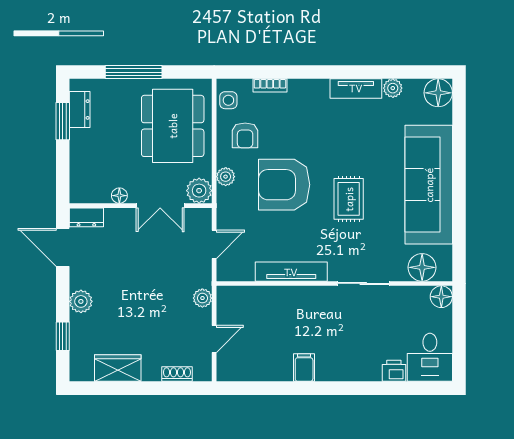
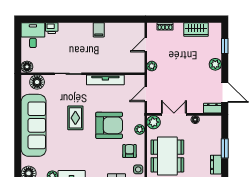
window: (63, 121) -> (225, 148), moved

